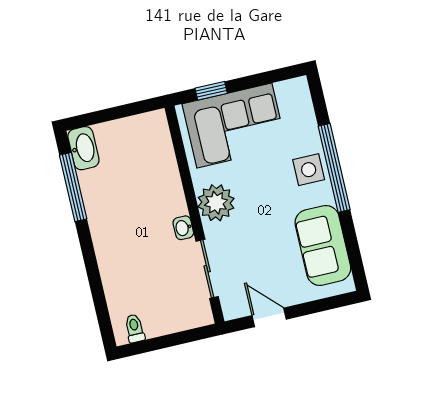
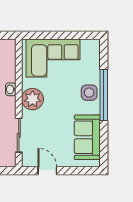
window: (211, 91) -> (44, 35), removed
washbasin: (183, 228) -> (11, 89), moved

